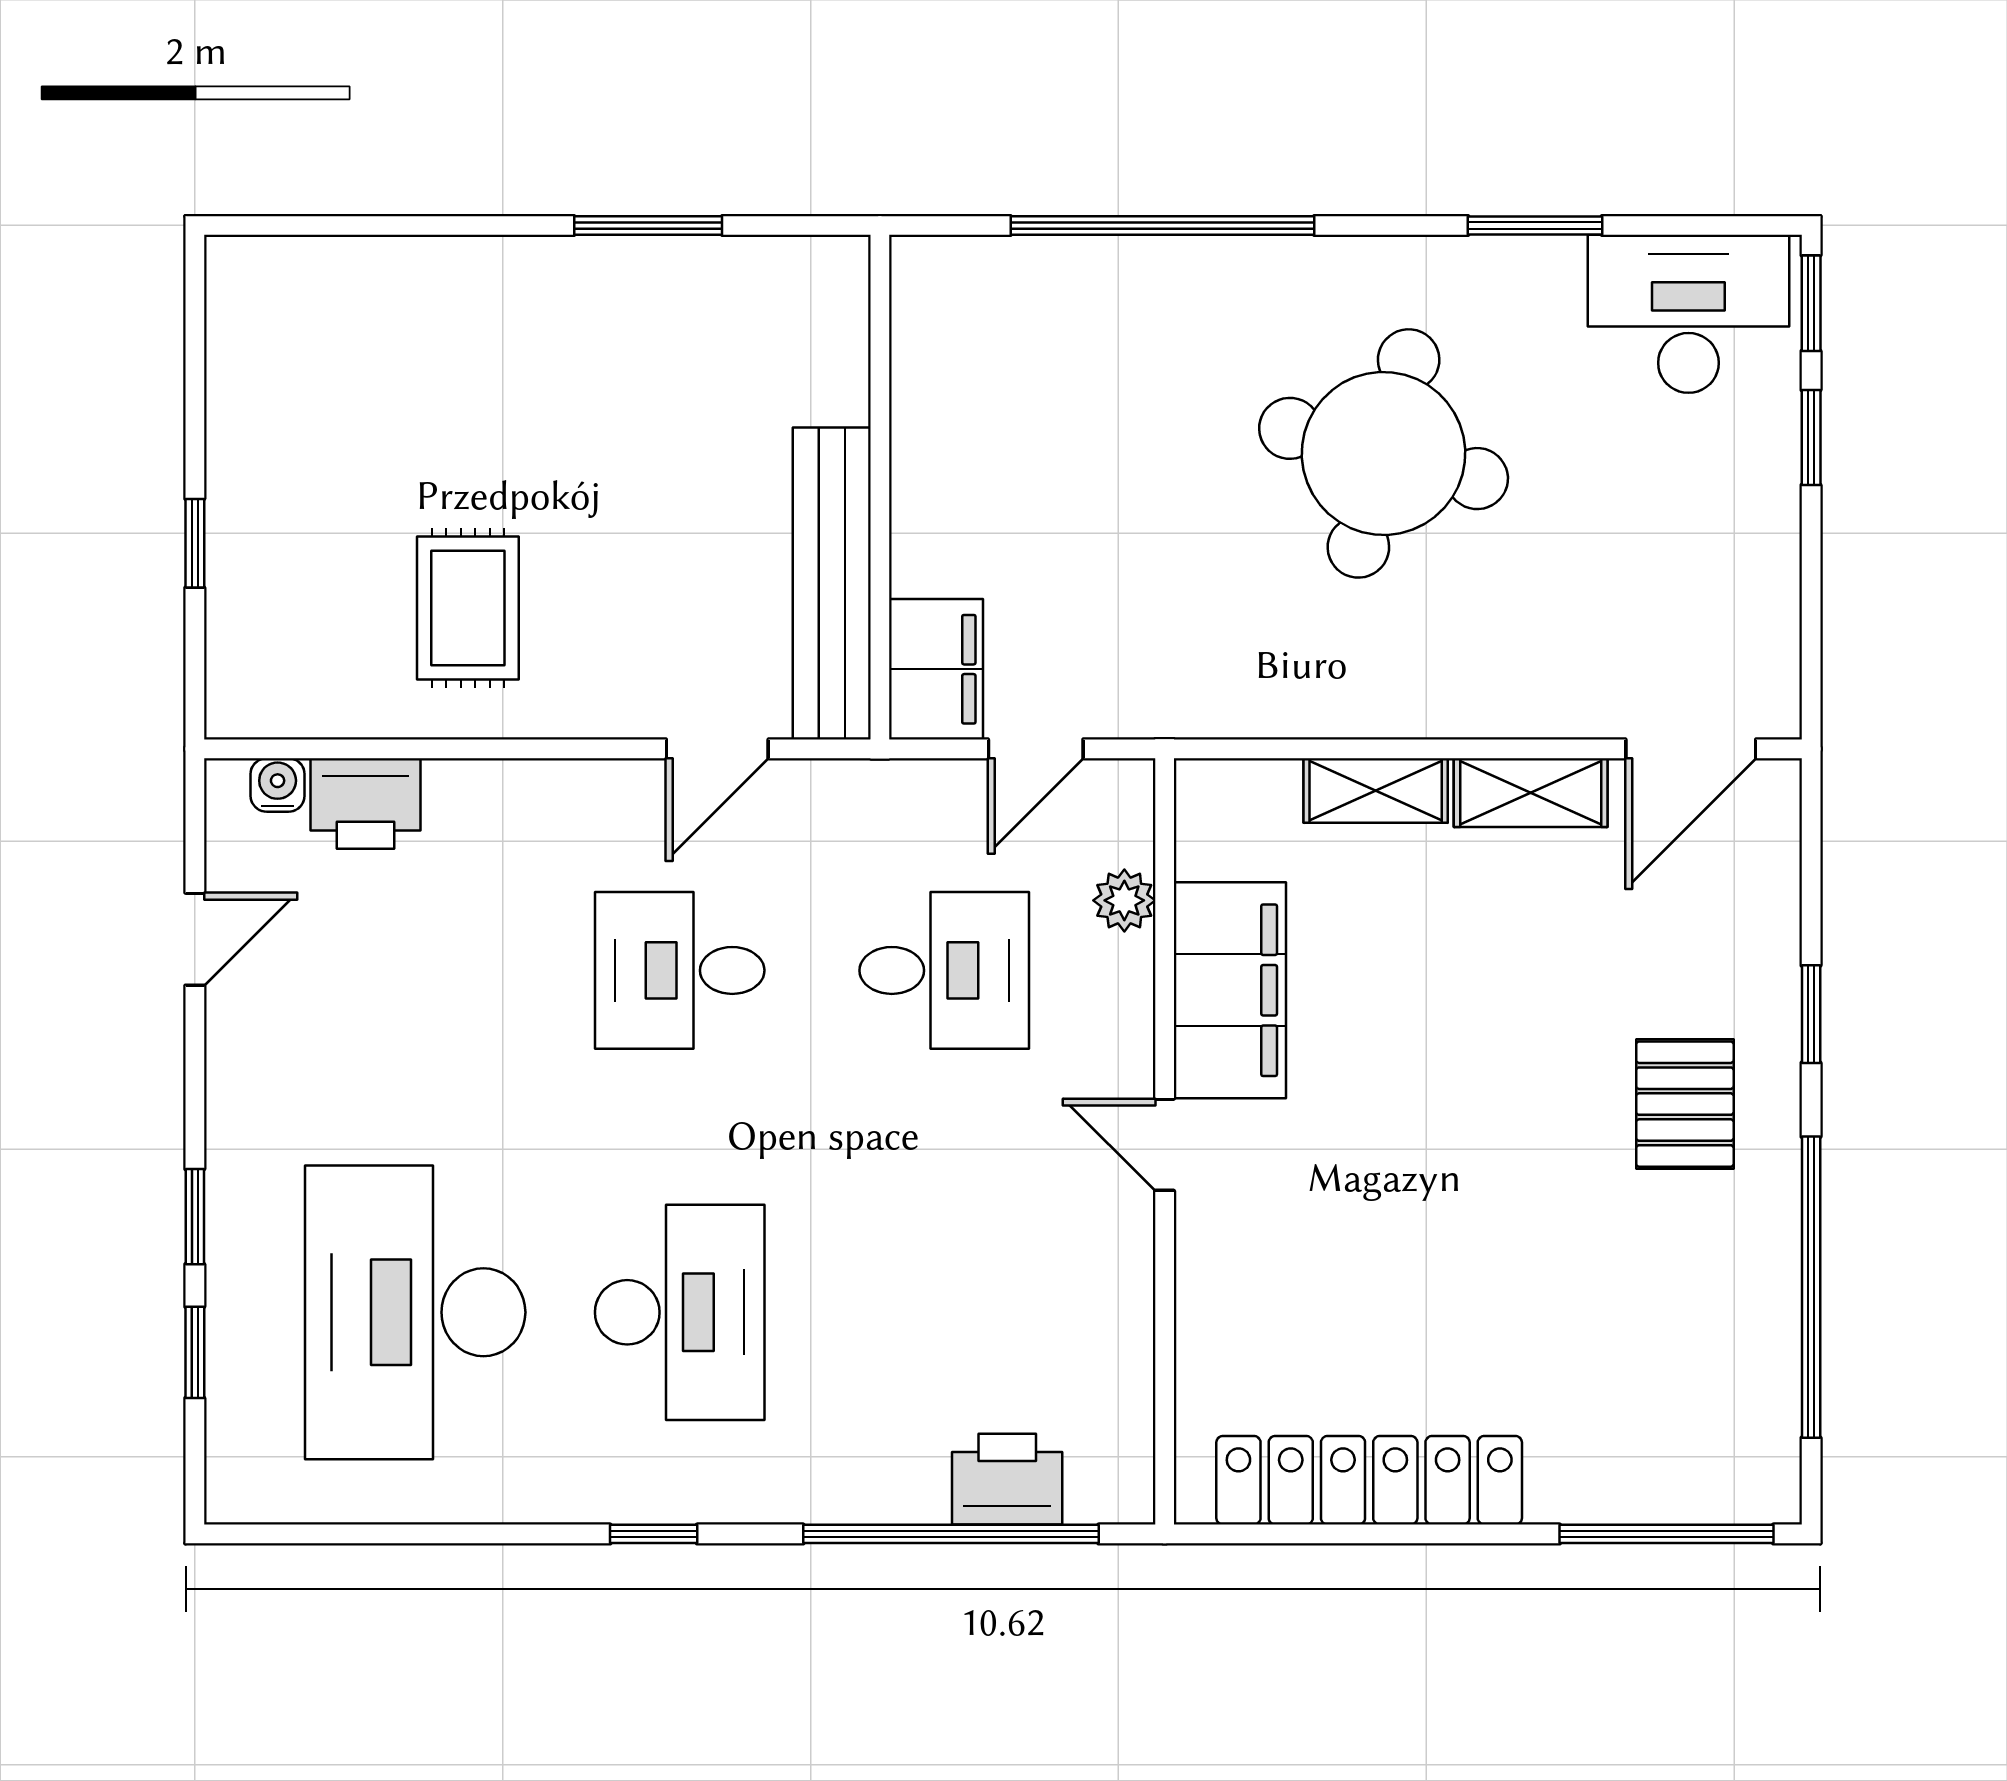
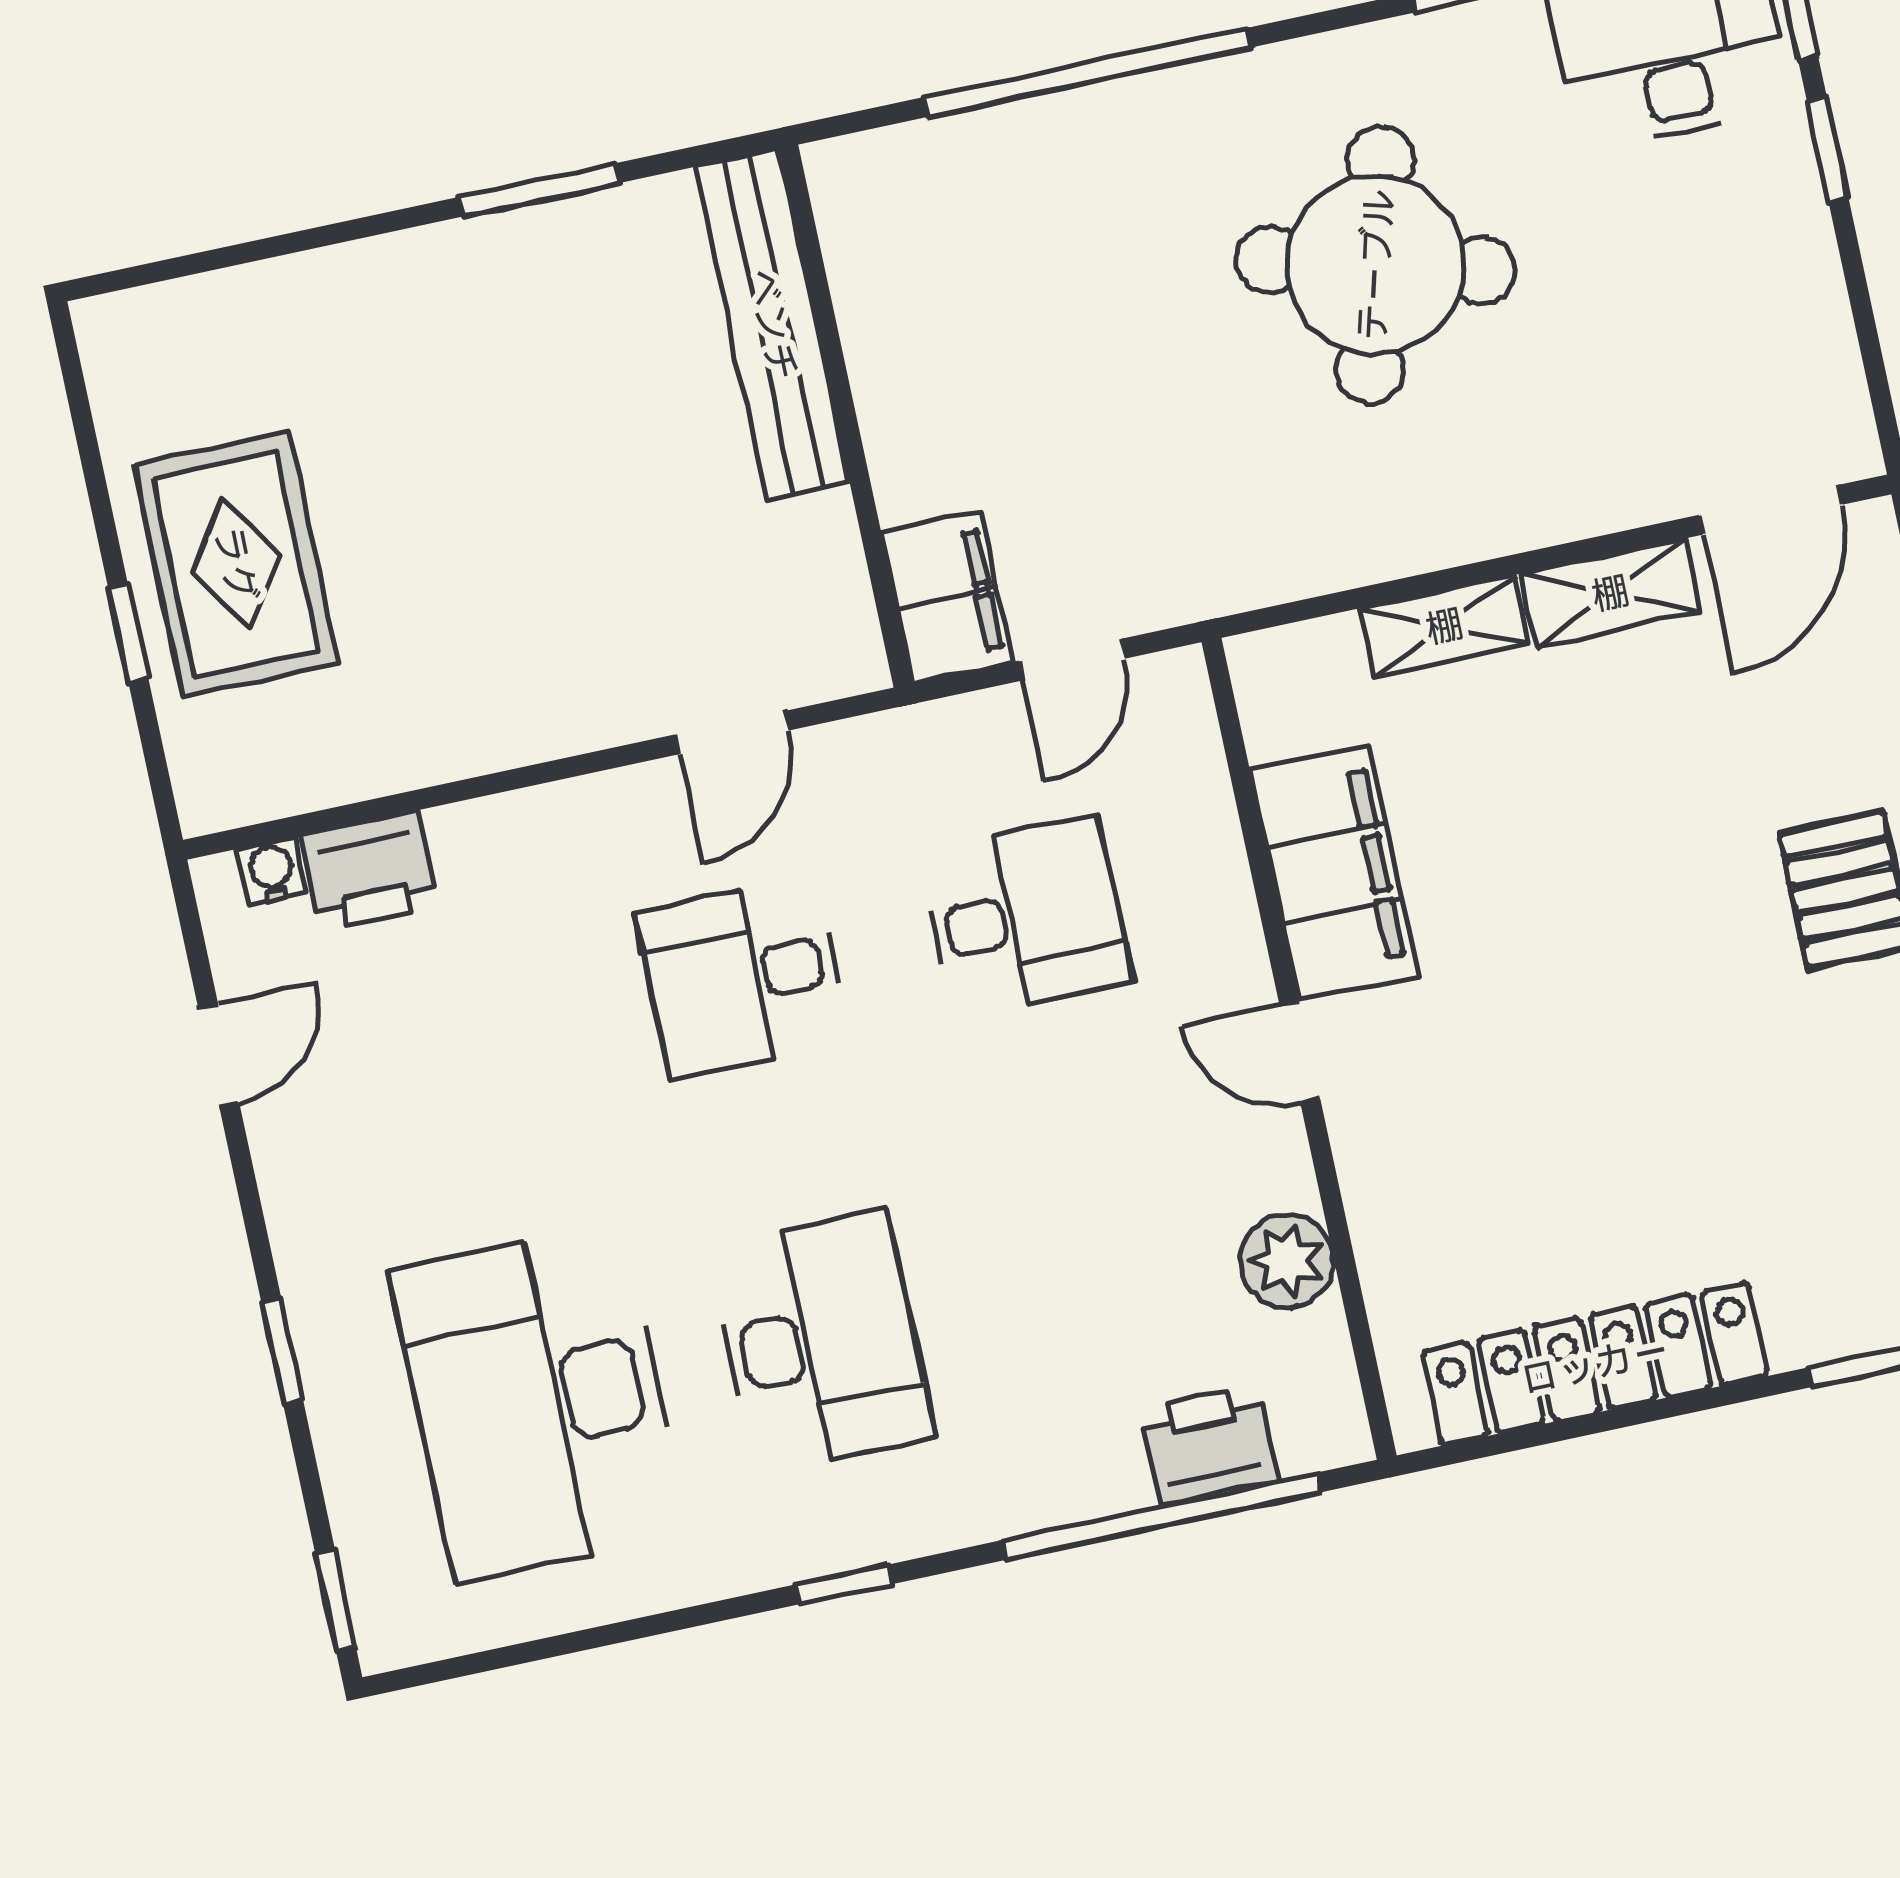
bench: (832, 583) -> (773, 324), moved
rug: (468, 608) -> (236, 564), moved, width x1.36, depth x1.43
plant: (1124, 900) -> (1287, 1261), moved, width x1.38, depth x1.38
window: (195, 1352) -> (336, 1601), moved

